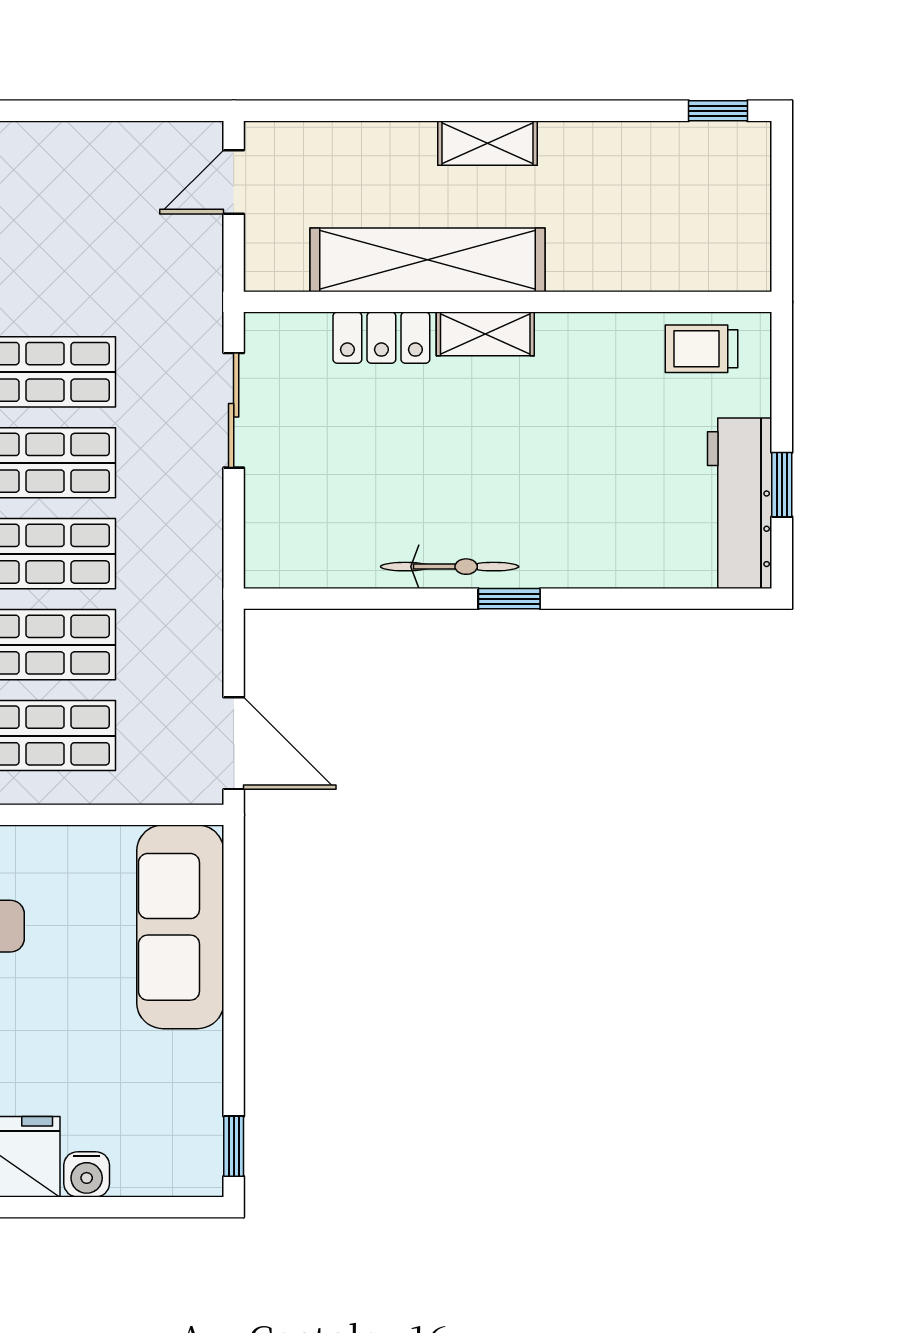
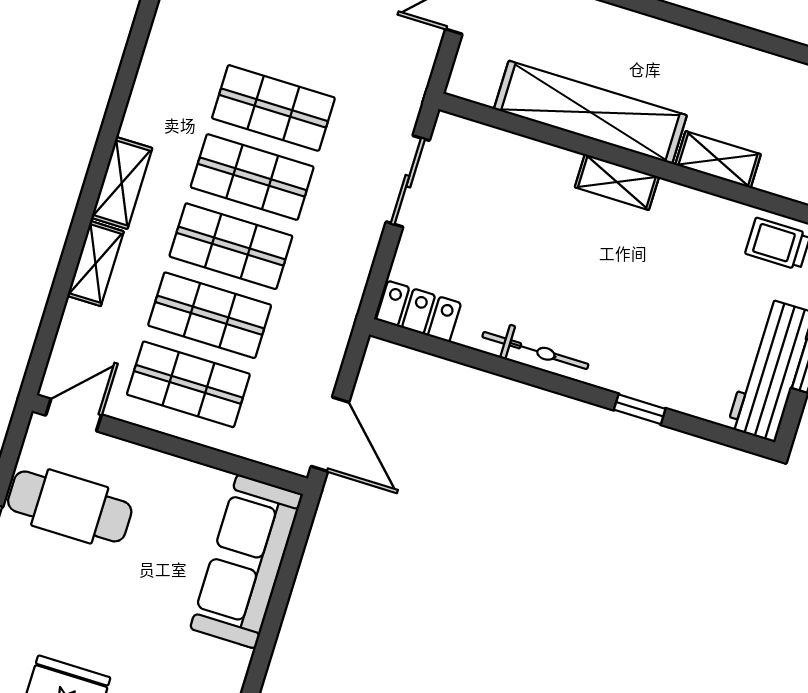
shelving: (487, 143) -> (718, 160), moved
locker: (381, 338) -> (419, 311), moved, turned 180
window: (509, 599) -> (640, 409), moved

